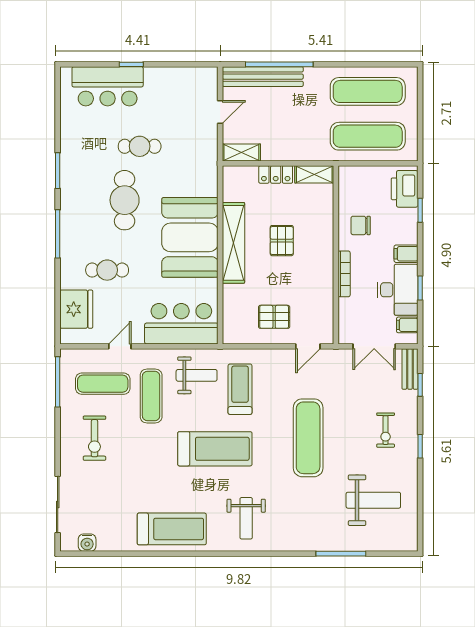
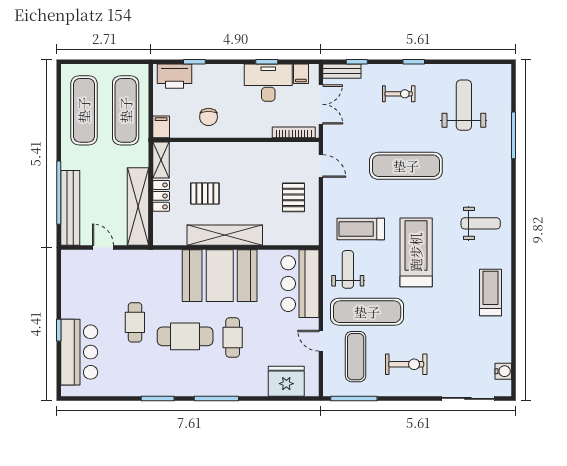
shelving: (241, 152) -> (138, 206), width x2.20, depth x1.33
pallet: (282, 241) -> (205, 193), moved
filing cabinet: (406, 254) -> (161, 127), moved, turned 180
cafe table: (107, 270) -> (233, 338), moved
bookcase: (344, 274) -> (294, 132), moved
exercise mat: (151, 396) -> (367, 312), width x1.36, depth x1.45
treadmill: (172, 529) -> (491, 292), width x0.73, depth x0.73

